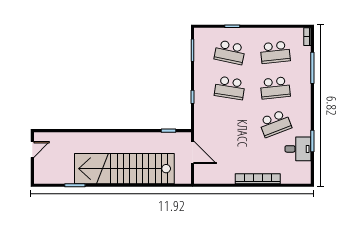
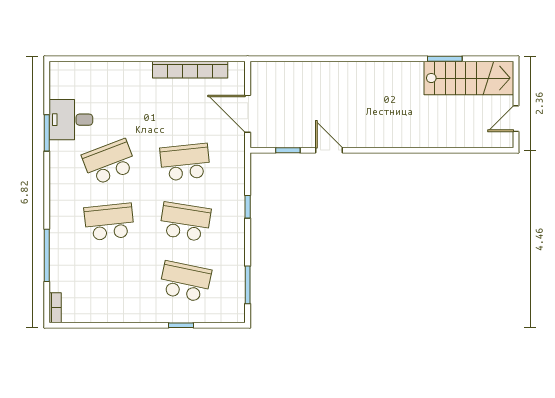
school desk: (275, 52) -> (185, 162), moved
door: (144, 131) -> (329, 150), added
stairs: (124, 169) -> (469, 78), moved, width x0.54, depth x0.66
bookcase: (258, 179) -> (190, 70), moved

